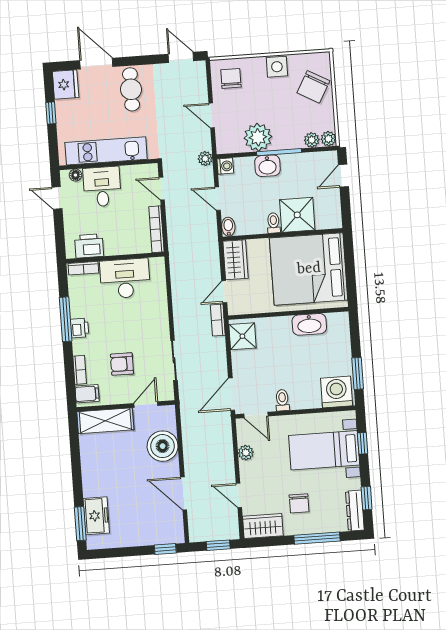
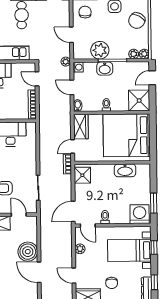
shower: (297, 215) -> (139, 101), moved
door: (146, 404) -> (19, 215), hinge flipped
boiler: (163, 446) -> (28, 252), moved

